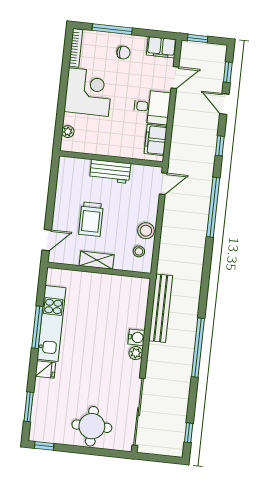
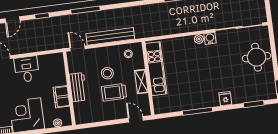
filing cabinet: (156, 140) -> (61, 97), moved, turned 90
window: (213, 207) -> (85, 10), width x0.68
trolley: (91, 219) -> (114, 92), turned 180
stool: (146, 231) -> (107, 73), moved
bench: (161, 308) -> (110, 36), moved
kitchen unit: (51, 324) -> (156, 69), moved, turned 90
water cooler: (136, 337) -> (210, 38), moved

